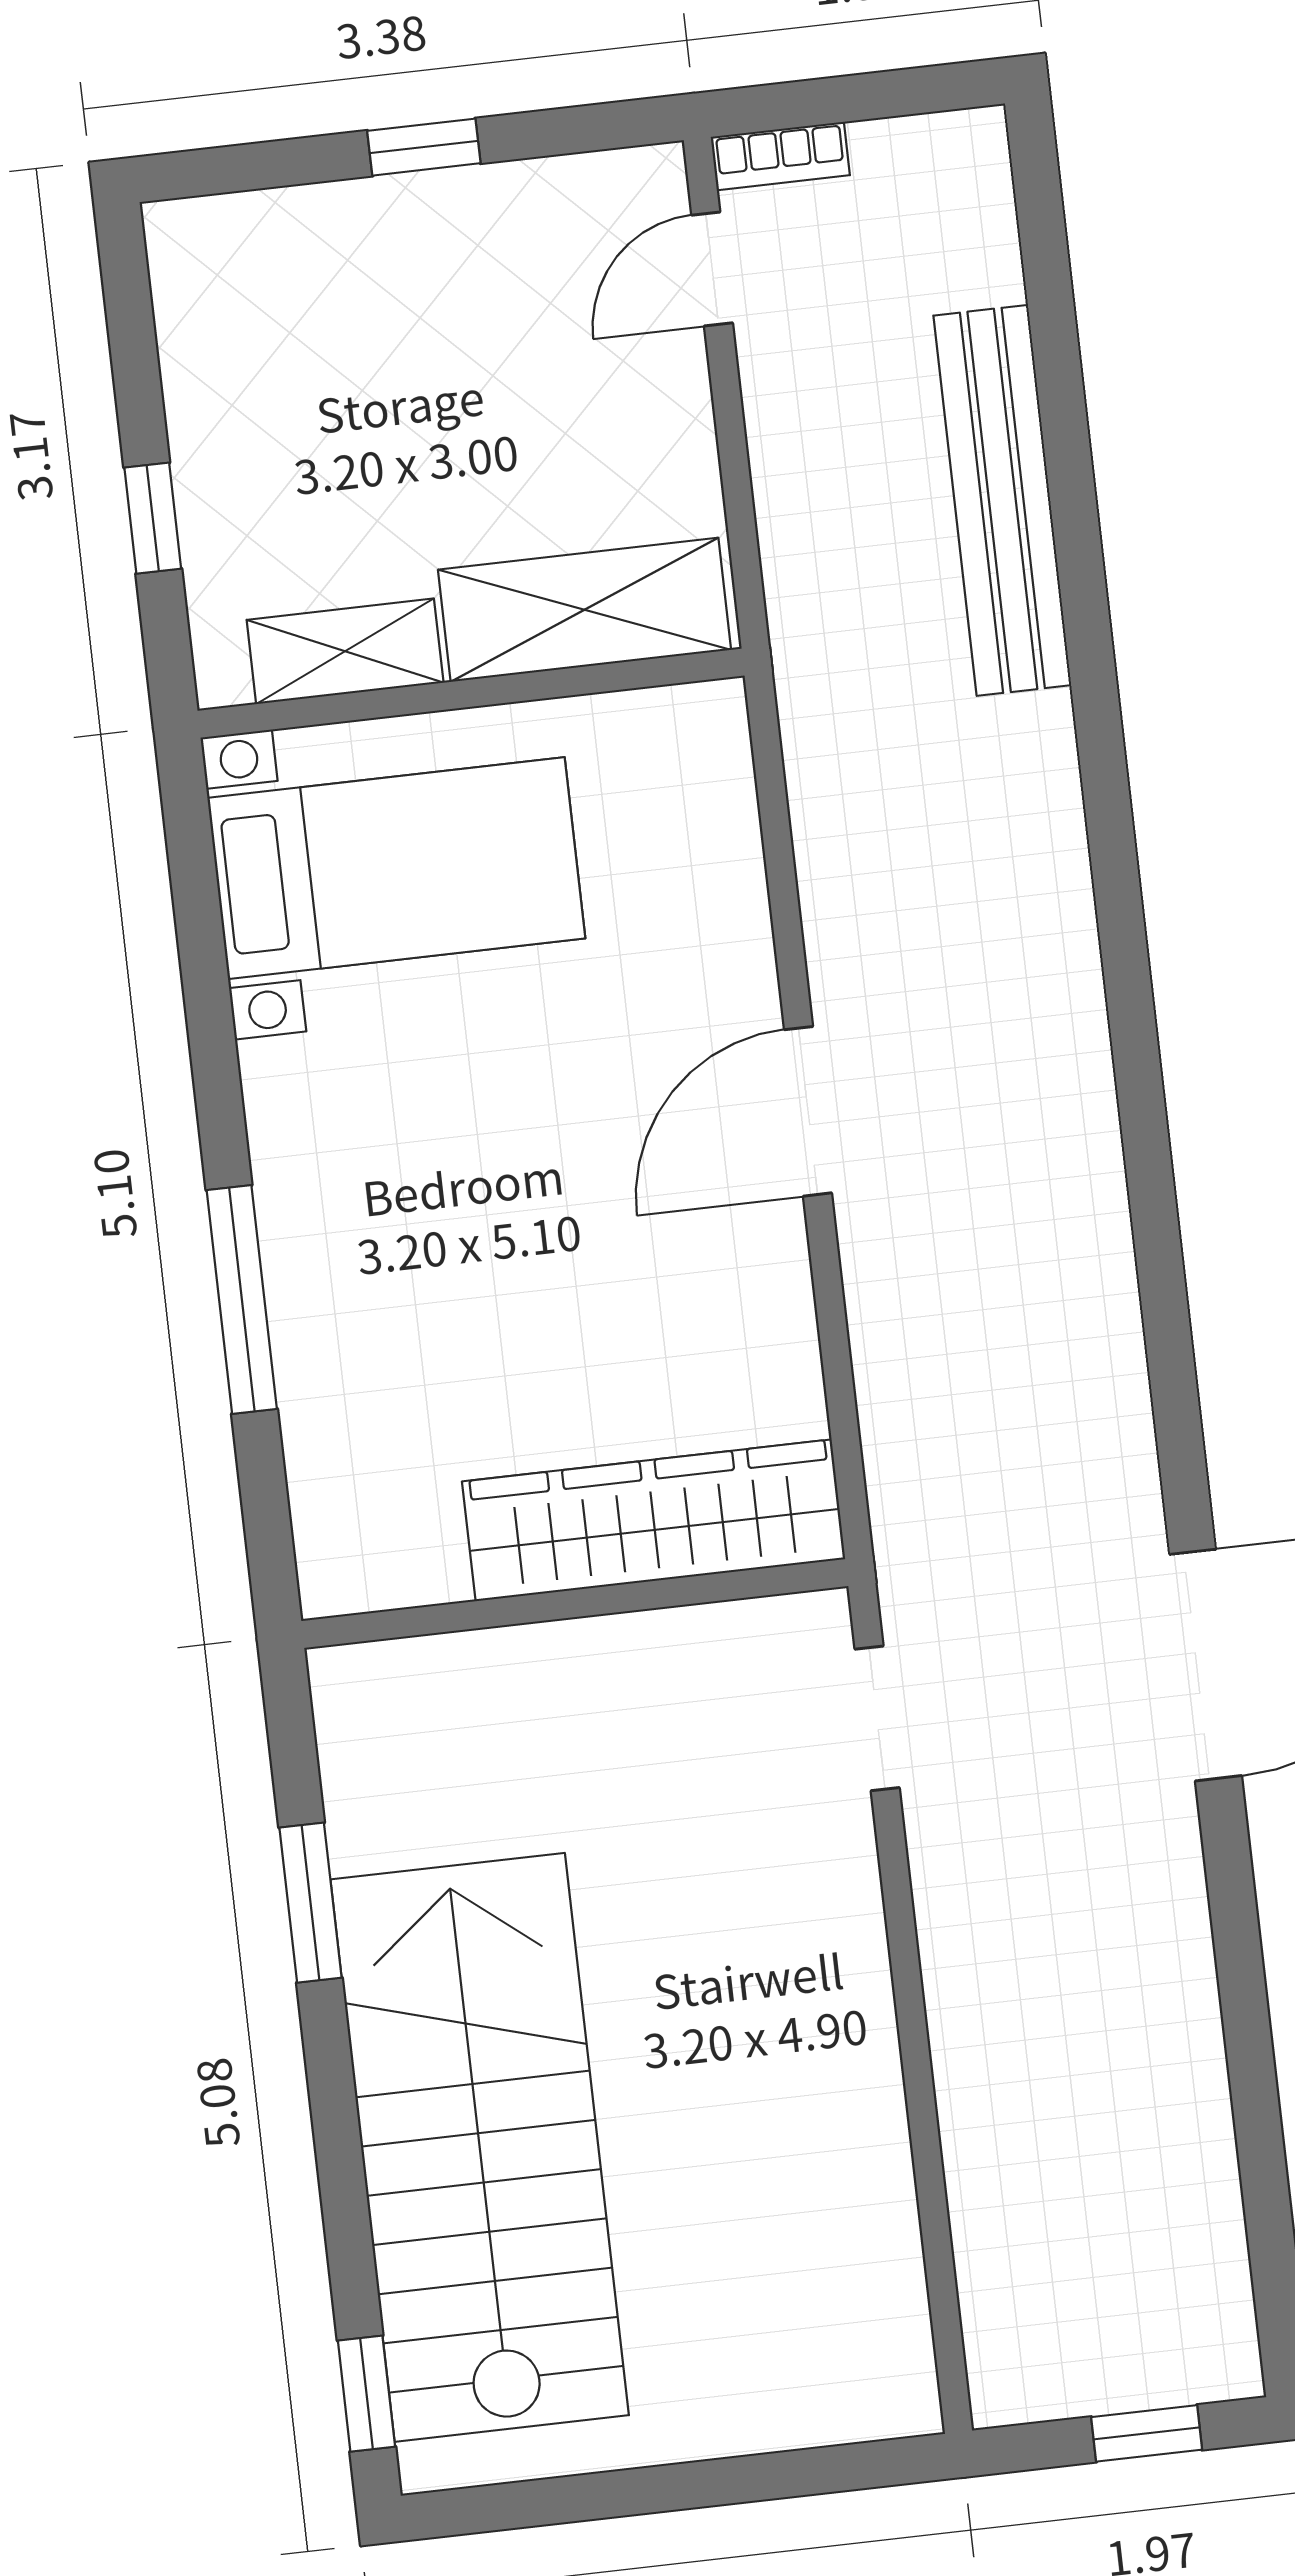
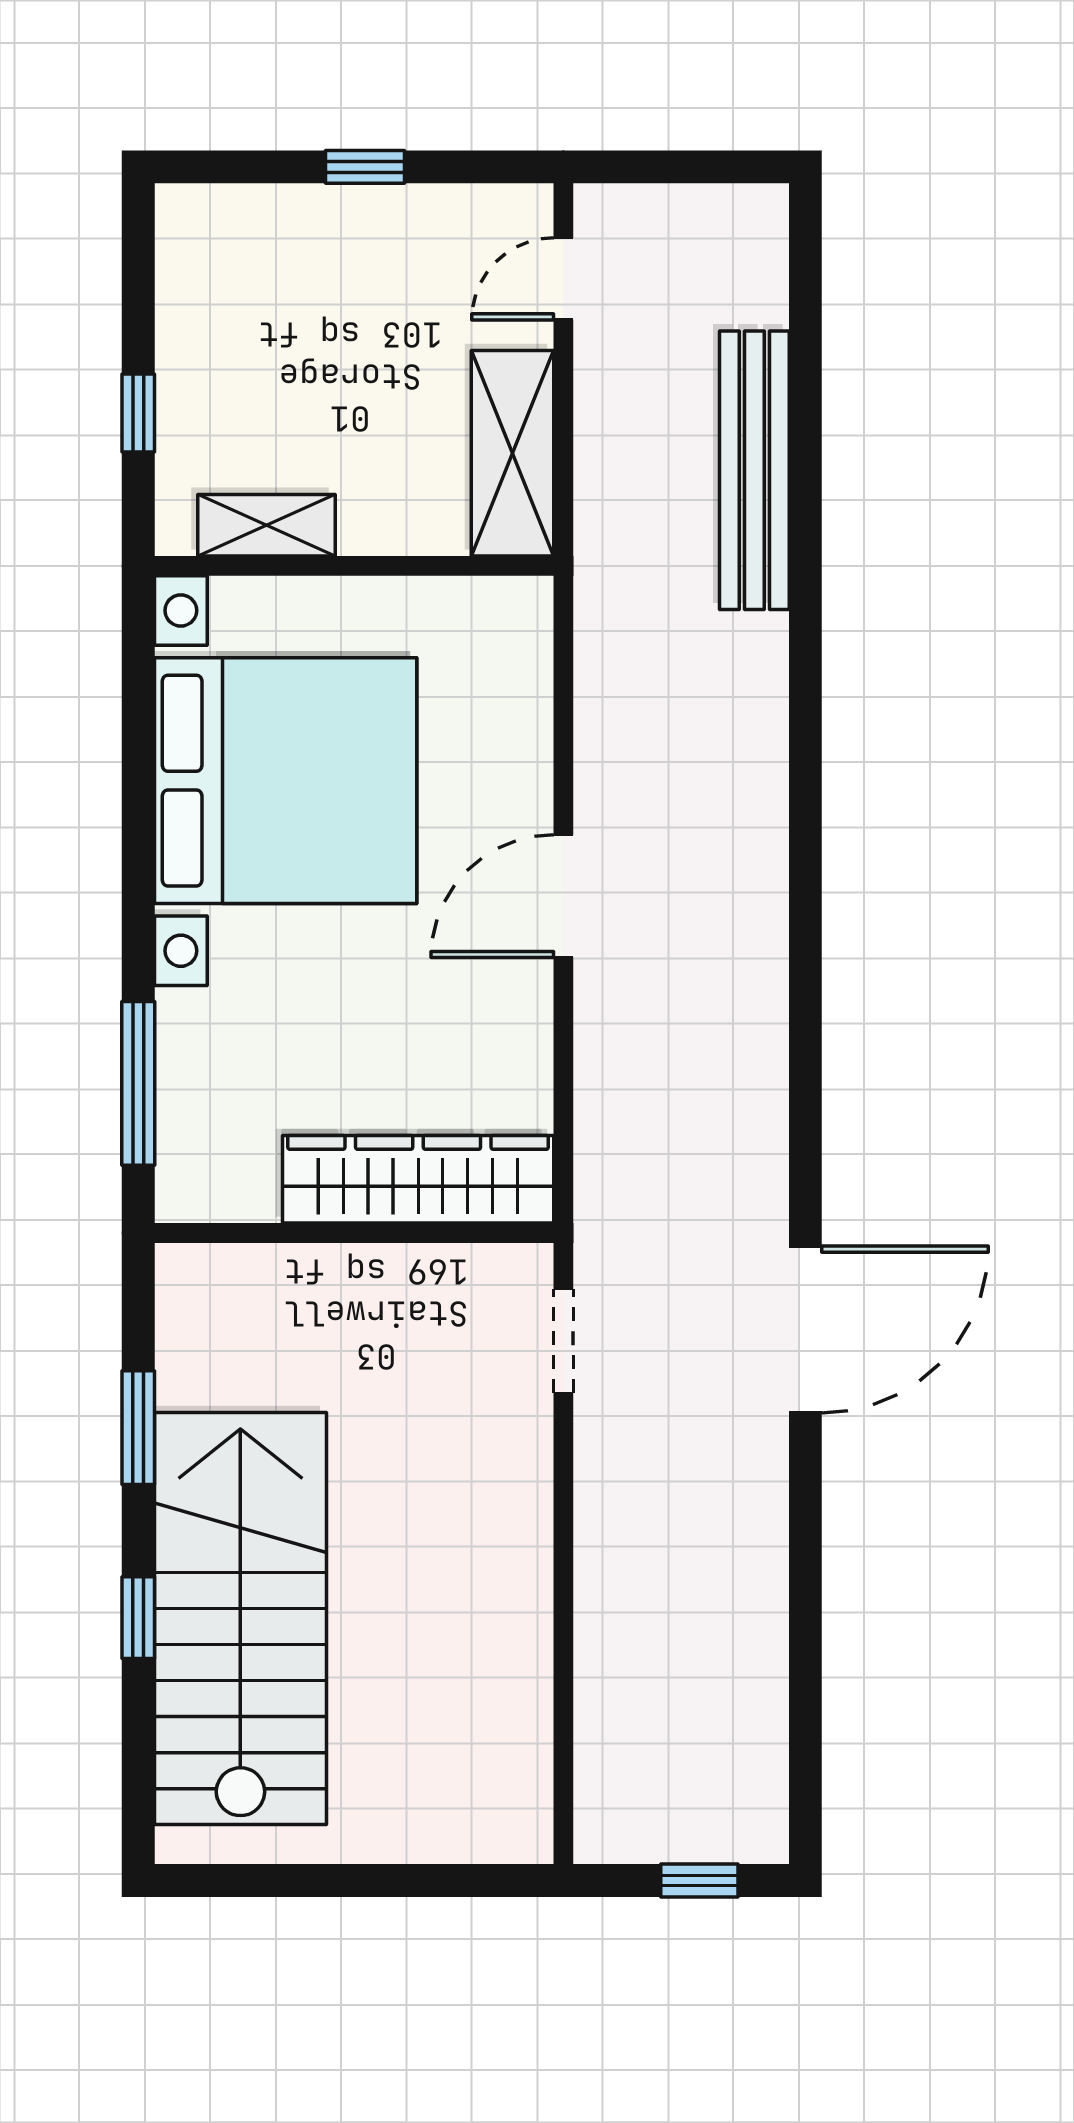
bookcase: (780, 156) -> (622, 203), removed
shelving: (585, 610) -> (512, 453), moved, turned 90
bed with nightstands: (396, 868) -> (286, 781), width x1.85
window: (242, 1300) -> (138, 1083), moved
window: (366, 2394) -> (138, 1618), moved

